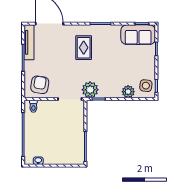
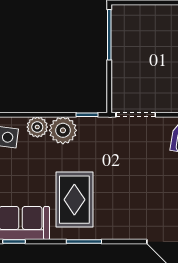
rug: (84, 48) -> (74, 200), moved, width x1.36, depth x1.43
plant: (90, 90) -> (63, 130), moved

